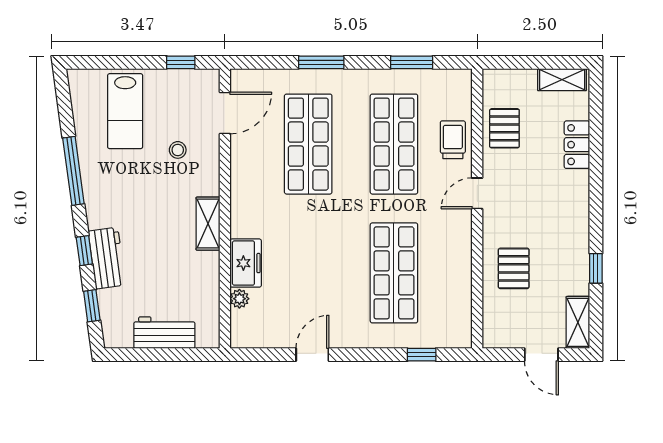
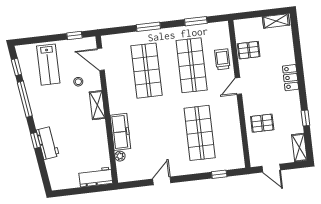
door: (225, 113) -> (101, 59), swing flipped
pallet: (504, 128) -> (249, 50), turned 90
locker: (577, 145) -> (291, 78), moved
shelving: (208, 224) -> (97, 105), moved
freezer: (246, 263) -> (120, 132), width x1.40
pallet: (514, 268) -> (262, 123), turned 90
window: (92, 306) -> (16, 67), moved
workbench: (164, 333) -> (96, 177), moved
door: (541, 355) -> (271, 168), moved

